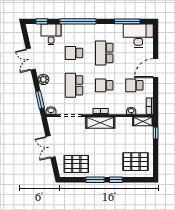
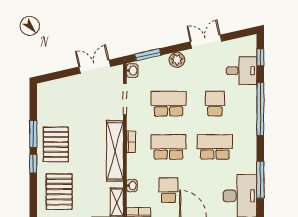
school desk: (104, 85) -> (168, 147), width x1.85
shelving: (100, 123) -> (115, 151), width x1.47
double door: (51, 147) -> (95, 67), moved
pallet: (76, 164) -> (56, 144), moved

